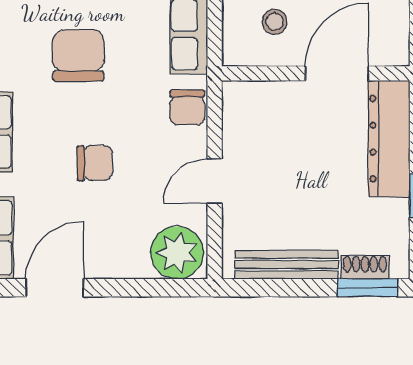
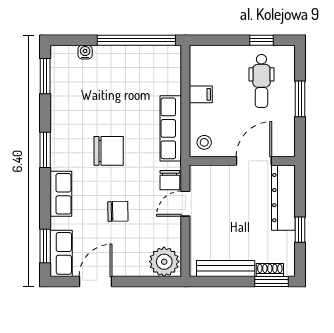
stool: (275, 22) -> (204, 142), moved
chair: (78, 55) -> (109, 151), turned 90
door: (215, 181) -> (185, 204), moved

